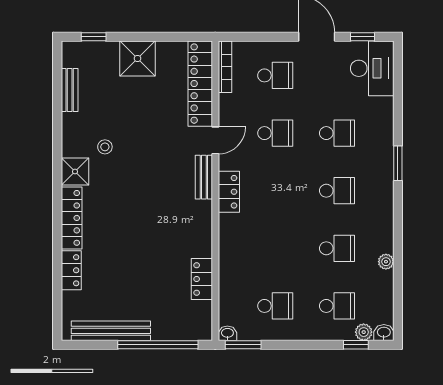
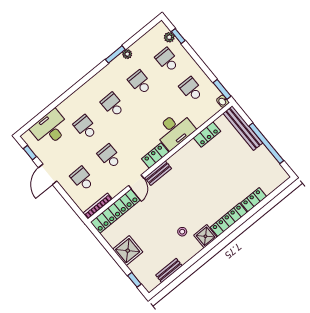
desk: (372, 68) -> (50, 128), moved
door: (215, 140) -> (136, 182), swing flipped
window: (398, 163) -> (115, 54), moved
desk: (241, 243) -> (175, 130), added
bench: (111, 331) -> (243, 128), moved
washbasin: (384, 333) -> (162, 28), removed
window: (158, 345) -> (266, 143), moved

